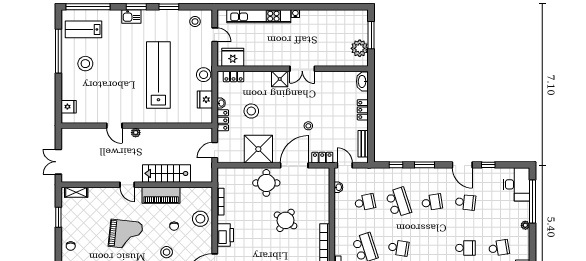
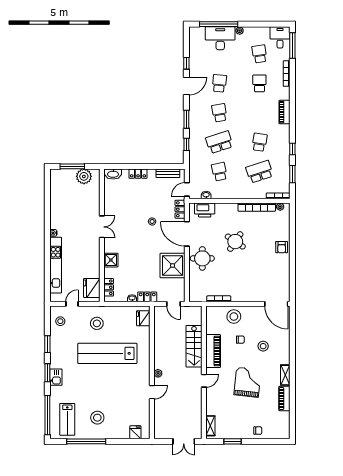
stool: (204, 75) -> (97, 323), moved
shower: (280, 79) -> (111, 260), moved
fridge: (205, 99) -> (143, 318), moved, turned 90
stool: (251, 111) -> (139, 272), removed
desk: (517, 184) -> (220, 38), moved
printer: (225, 235) -> (205, 210), moved, turned 180

